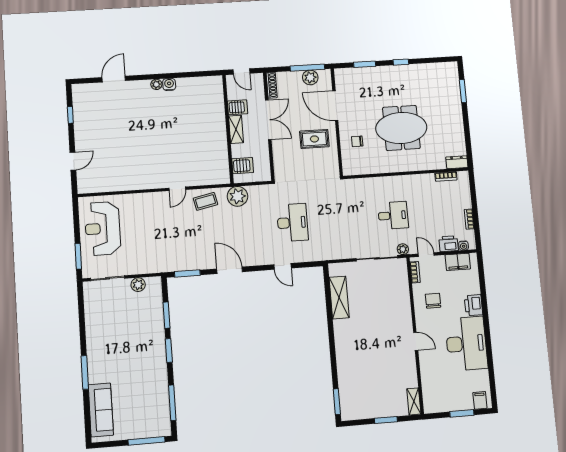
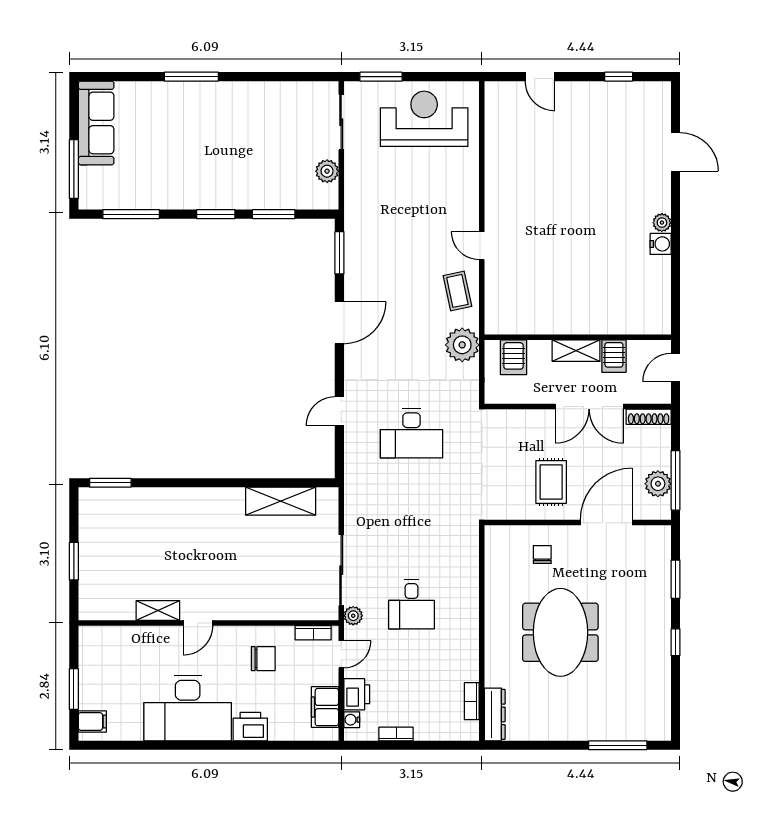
window: (463, 91) -> (618, 745), width x1.44
dresser: (457, 162) -> (495, 714), width x1.44
shelving: (414, 401) -> (158, 610), moved
sofa: (101, 410) -> (96, 123), moved, turned -90

